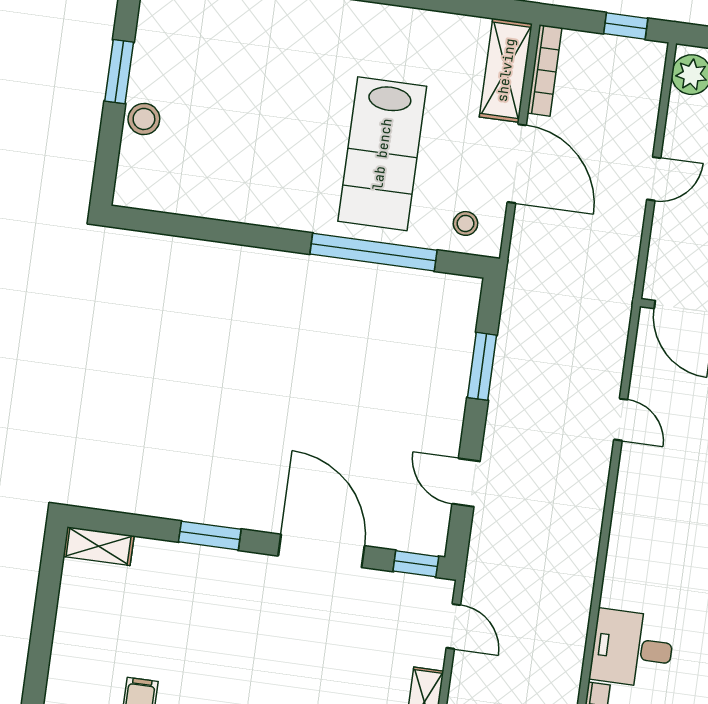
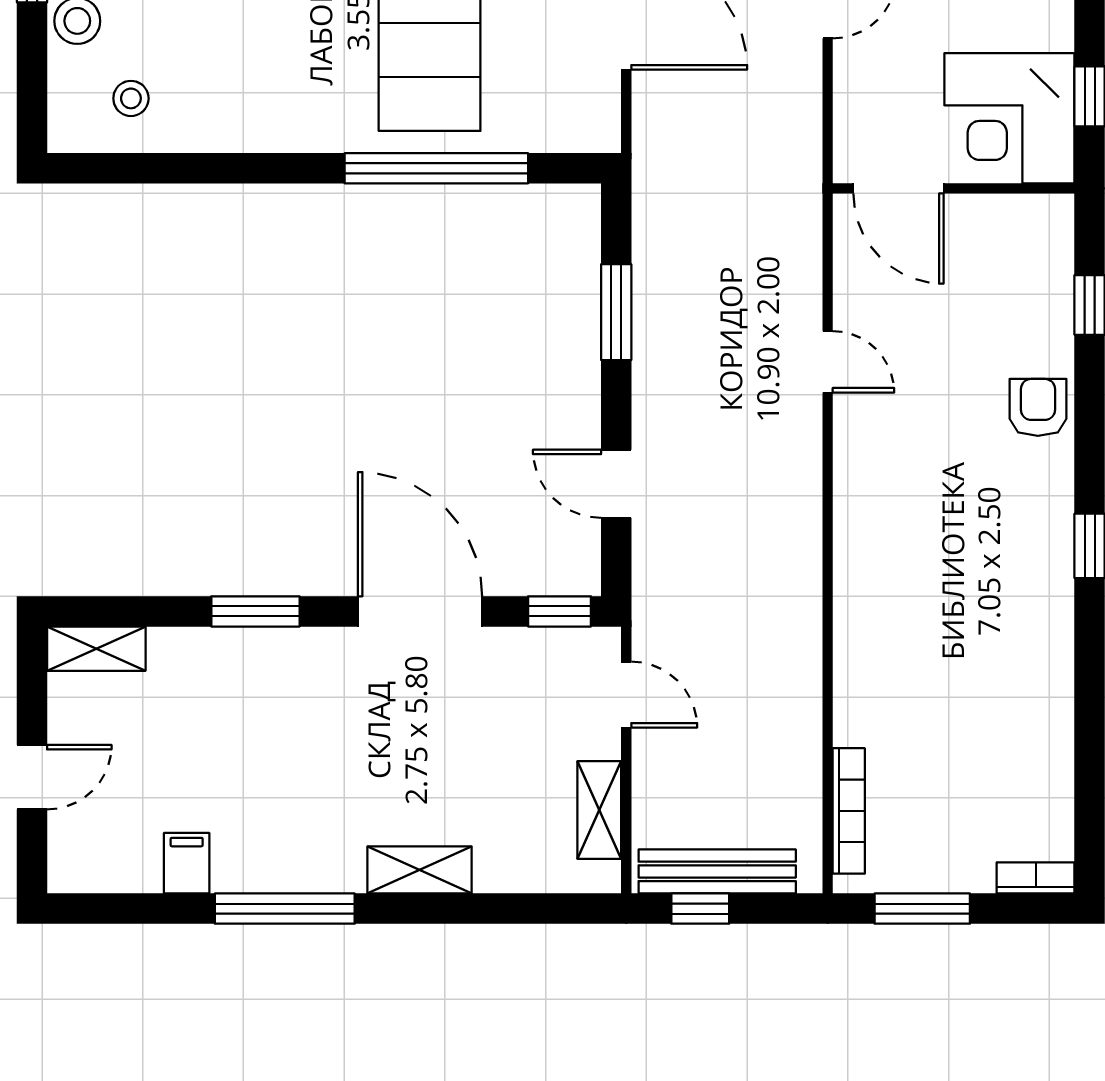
stool: (466, 223) -> (131, 98), moved
door: (43, 627) -> (32, 777), added
desk: (632, 649) -> (890, 691), removed

